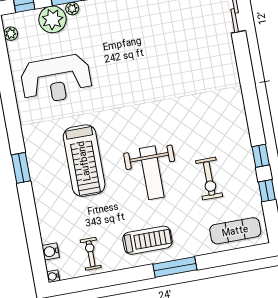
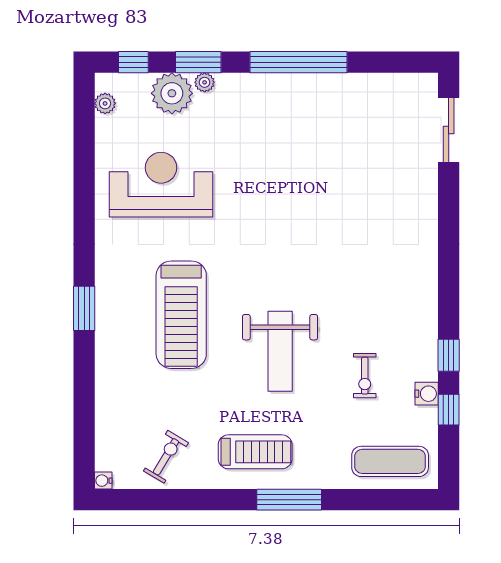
reception desk: (56, 79) -> (161, 185), turned 180
exercise bike: (209, 179) -> (365, 376), width x0.73, depth x0.72
water cooler: (51, 251) -> (427, 394), moved, turned 180
exercise bike: (91, 254) -> (166, 457), turned 31

